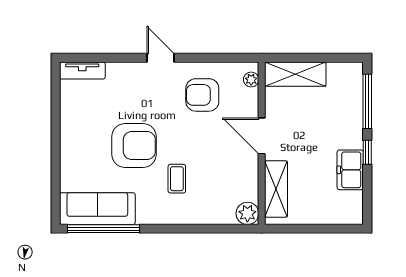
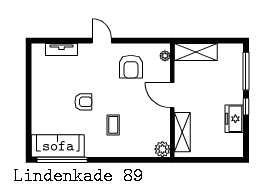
tv unit: (82, 70) -> (61, 50), moved
armchair: (202, 95) -> (131, 67), turned -90
armchair: (134, 145) -> (83, 102), width x0.53, depth x0.53

